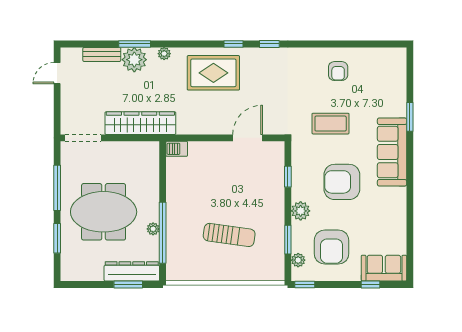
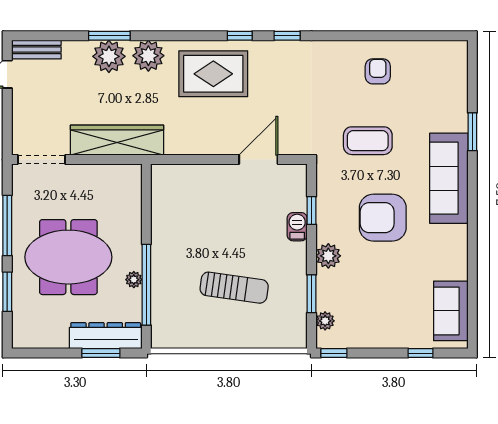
bench: (102, 54) -> (36, 49), moved
plant: (164, 54) -> (148, 56), width x1.88, depth x1.88
armchair: (338, 71) -> (378, 71), turned 180
barbecue: (177, 149) -> (297, 227), moved, turned 90
armchair: (332, 247) -> (369, 303), removed
sofa: (384, 268) -> (451, 311), moved, turned -90

